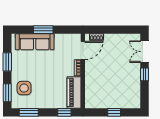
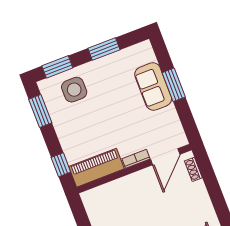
sofa: (35, 42) -> (153, 87), width x0.73
door: (83, 50) -> (165, 157), hinge flipped

